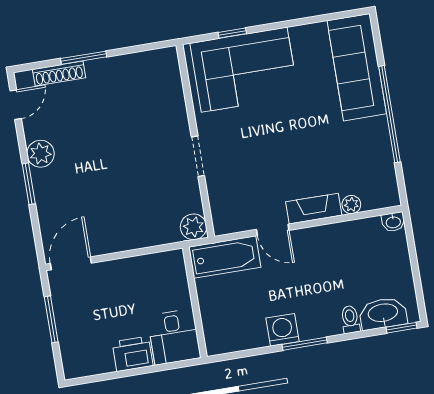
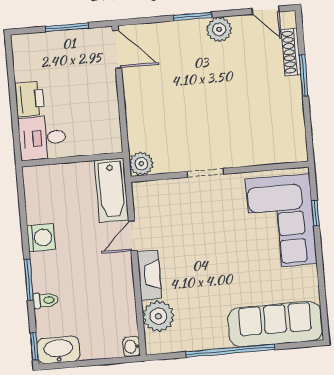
plant: (351, 205) -> (158, 316), width x1.88, depth x1.88
washbasin: (383, 314) -> (58, 350), moved, turned -90
window: (305, 344) -> (29, 280), moved

